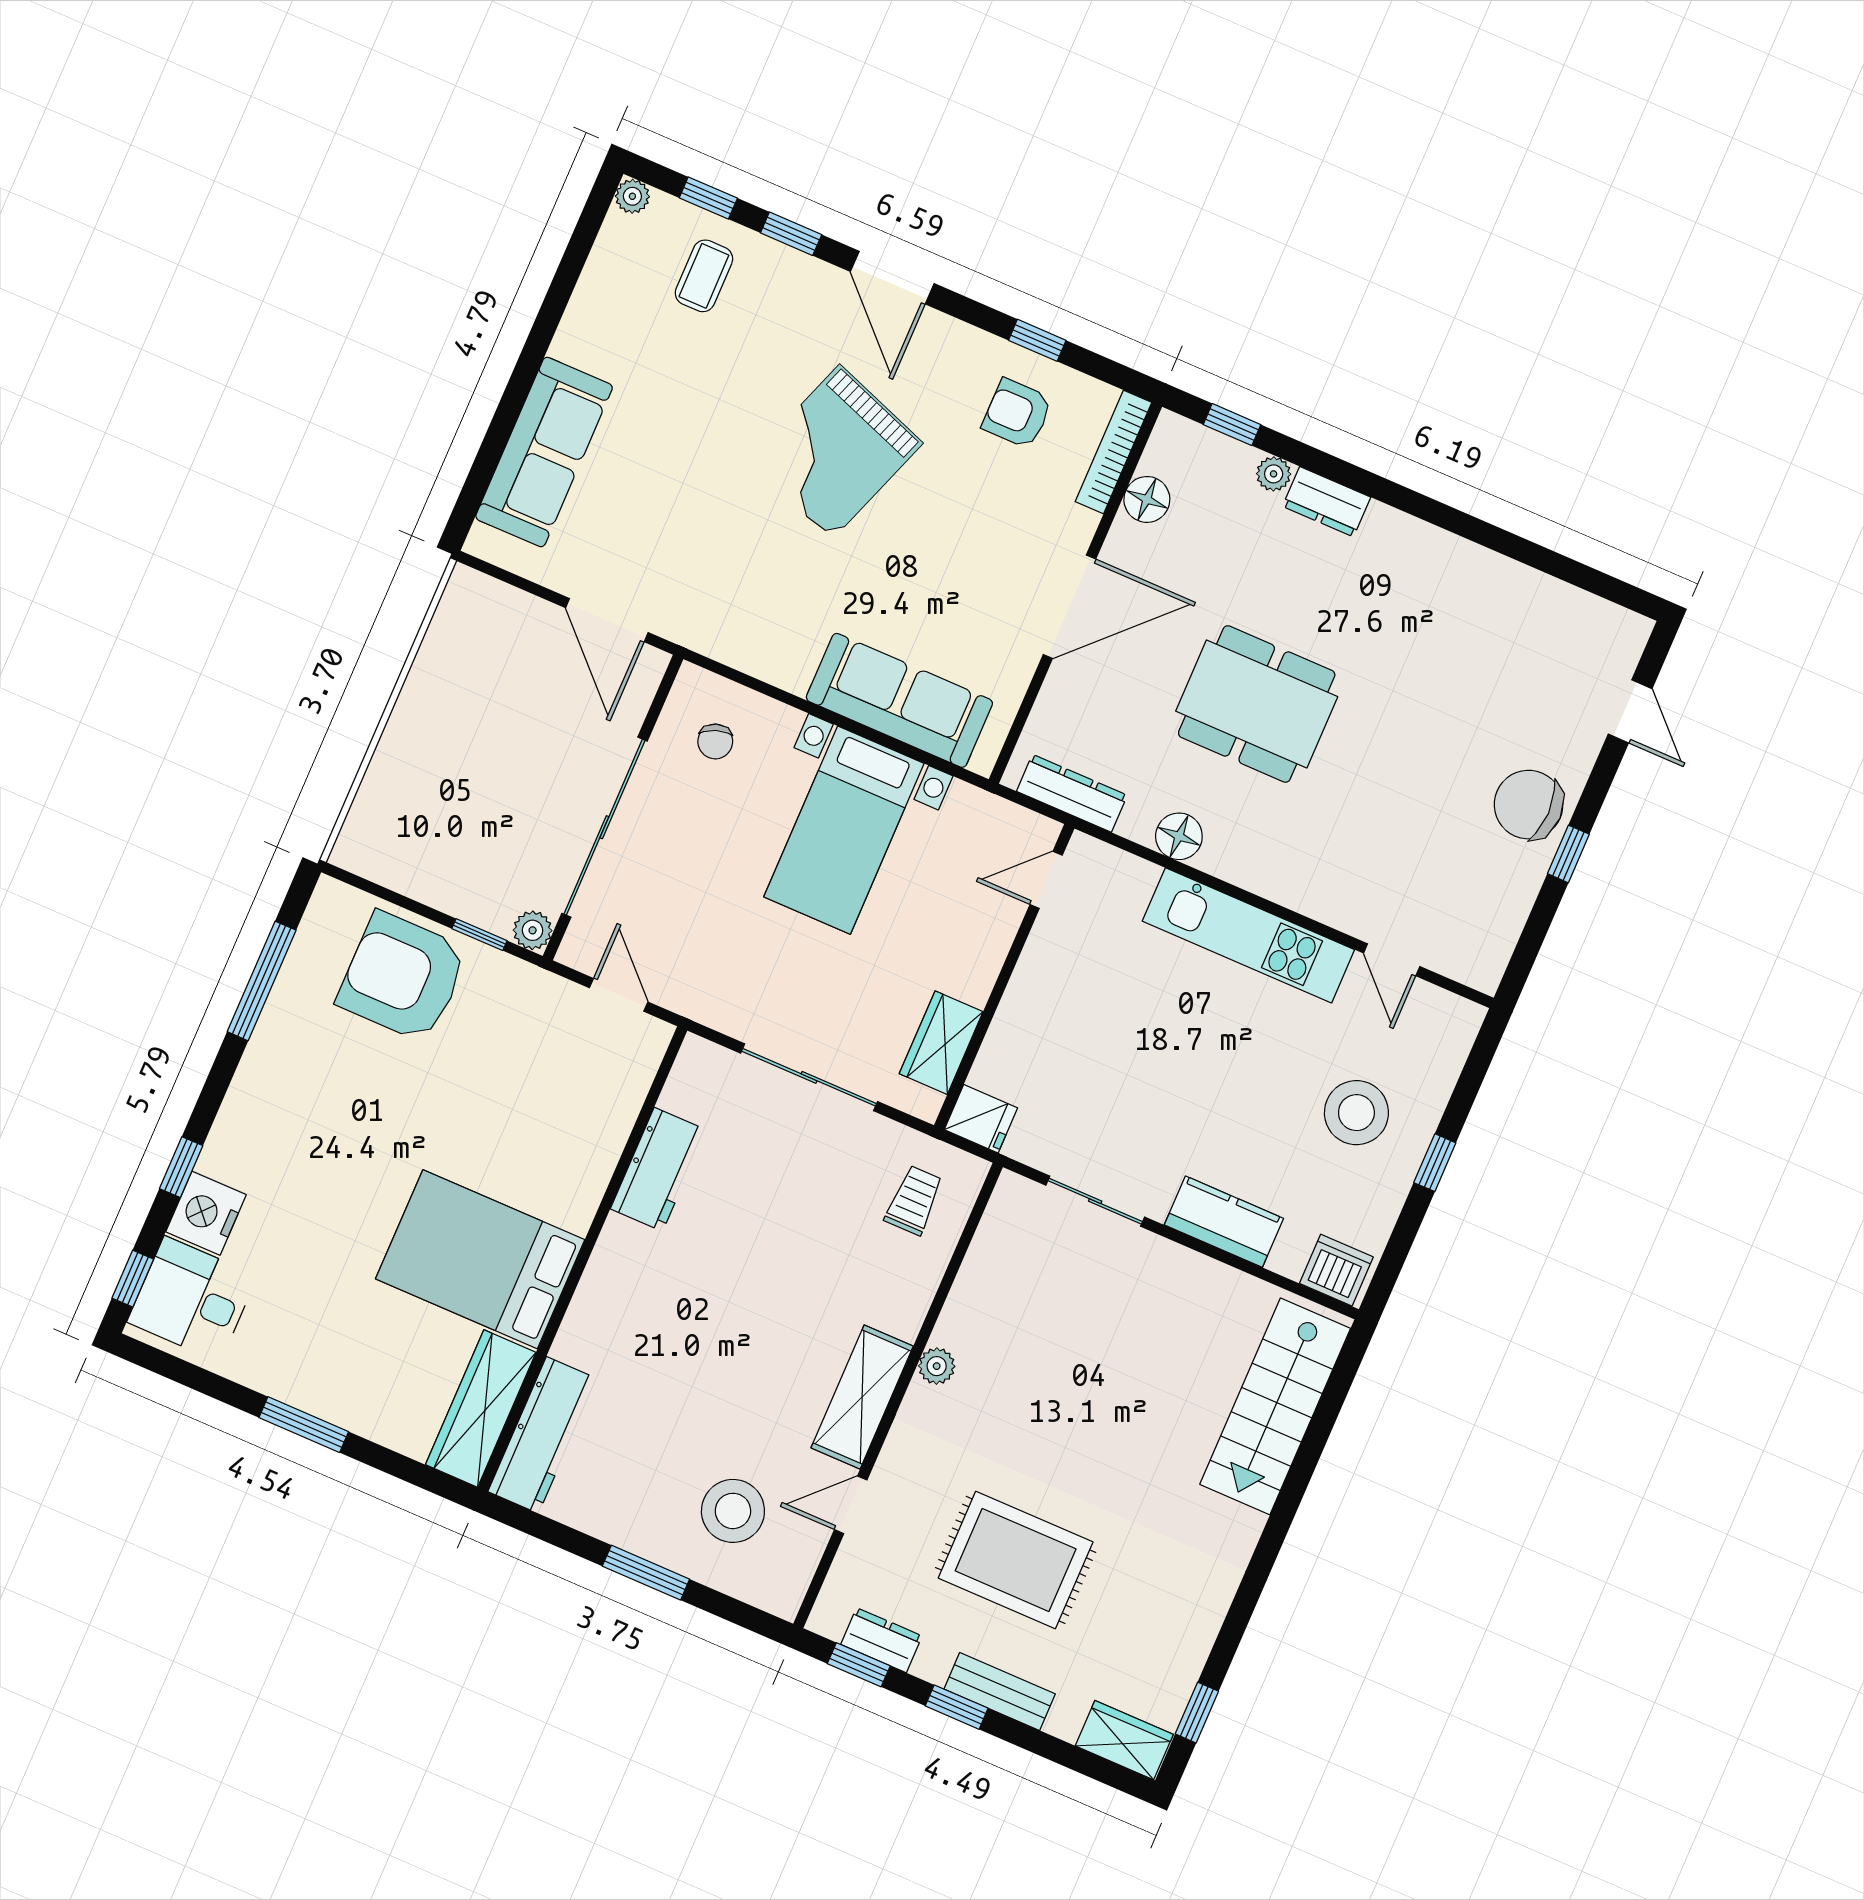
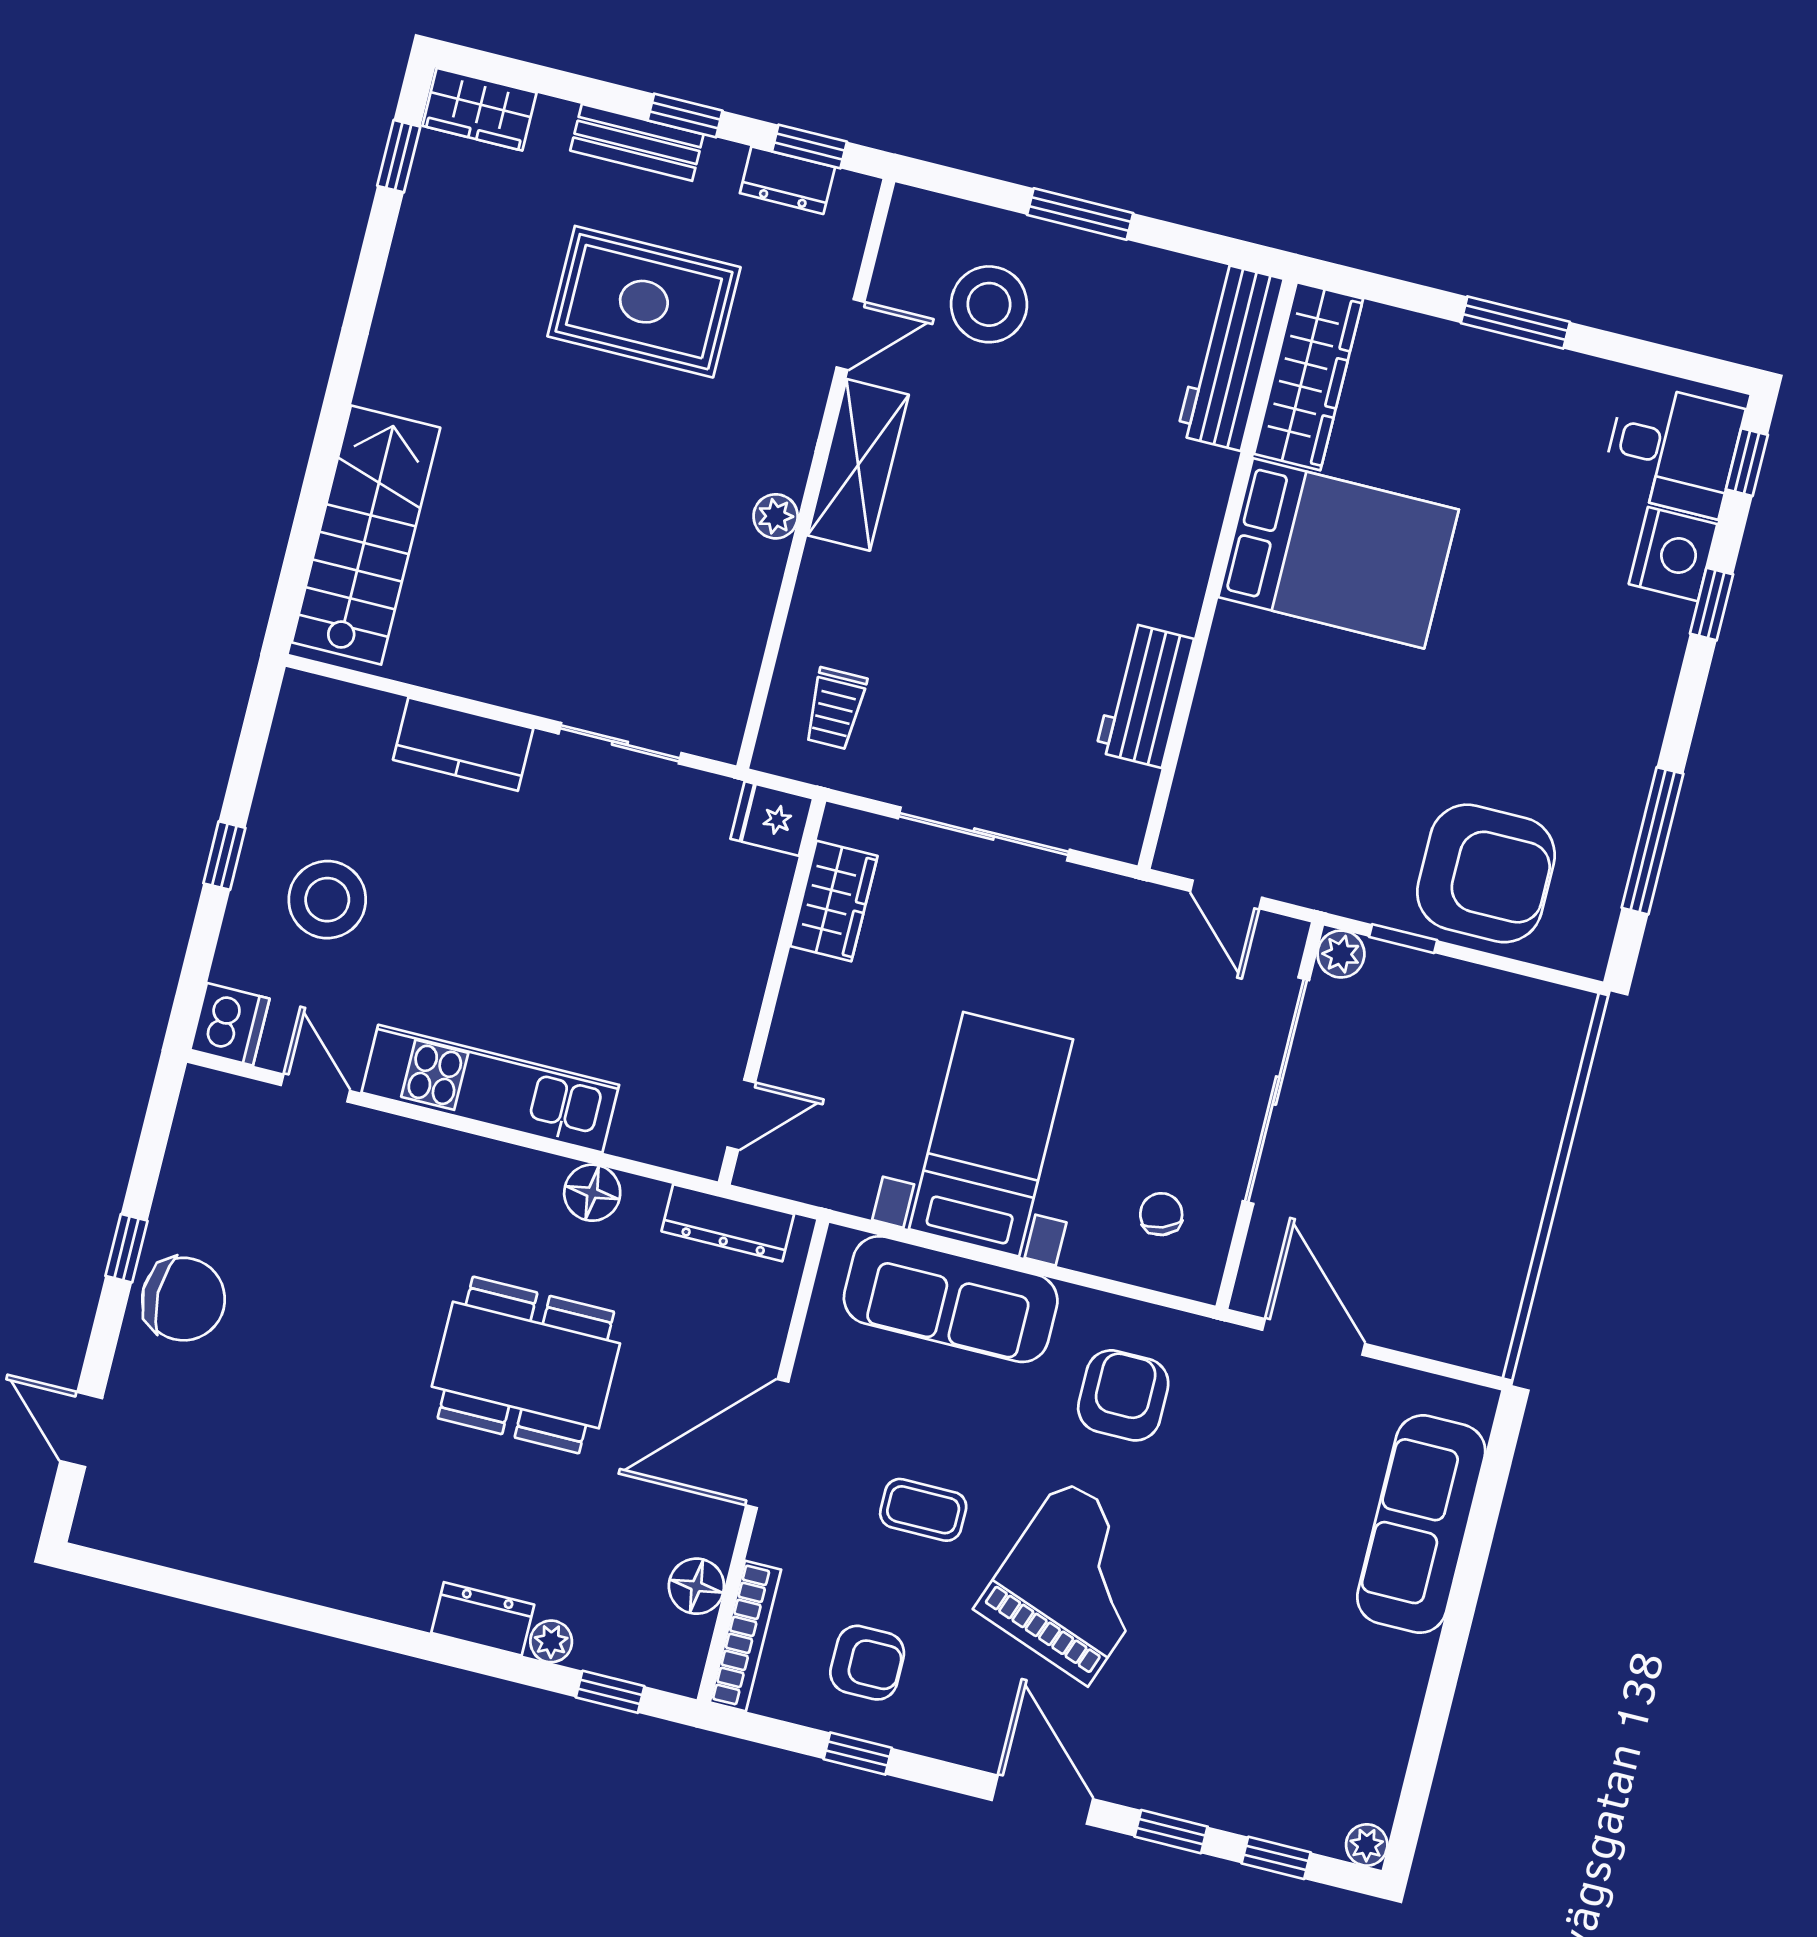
coffee table: (704, 276) -> (923, 1510), moved, turned 90
armchair: (771, 598) -> (1123, 1395), added
dishwasher: (1336, 1270) -> (230, 1024), moved, turned -90

